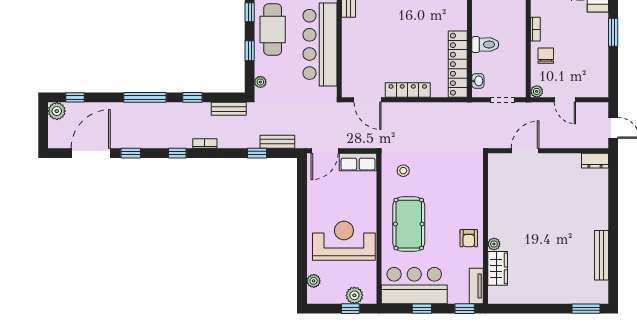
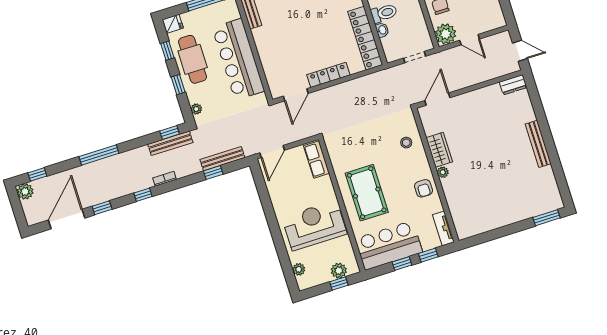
washbasin: (478, 81) -> (382, 30), moved
plant: (537, 91) -> (446, 34), width x1.88, depth x1.88
window: (192, 97) -> (170, 132), moved
door: (368, 100) -> (296, 95), hinge flipped
bench: (229, 109) -> (170, 143), width x1.36
bench: (277, 142) -> (222, 159), width x1.36
door: (525, 151) -> (437, 99), moved
row of seats: (358, 162) -> (316, 160), moved, turned 90
stool: (403, 171) -> (406, 143), moved
plant: (494, 244) -> (443, 172), moved
bench: (601, 255) -> (538, 144), moved
wardrobe: (498, 268) -> (439, 150), moved
window: (465, 309) -> (428, 255), moved

